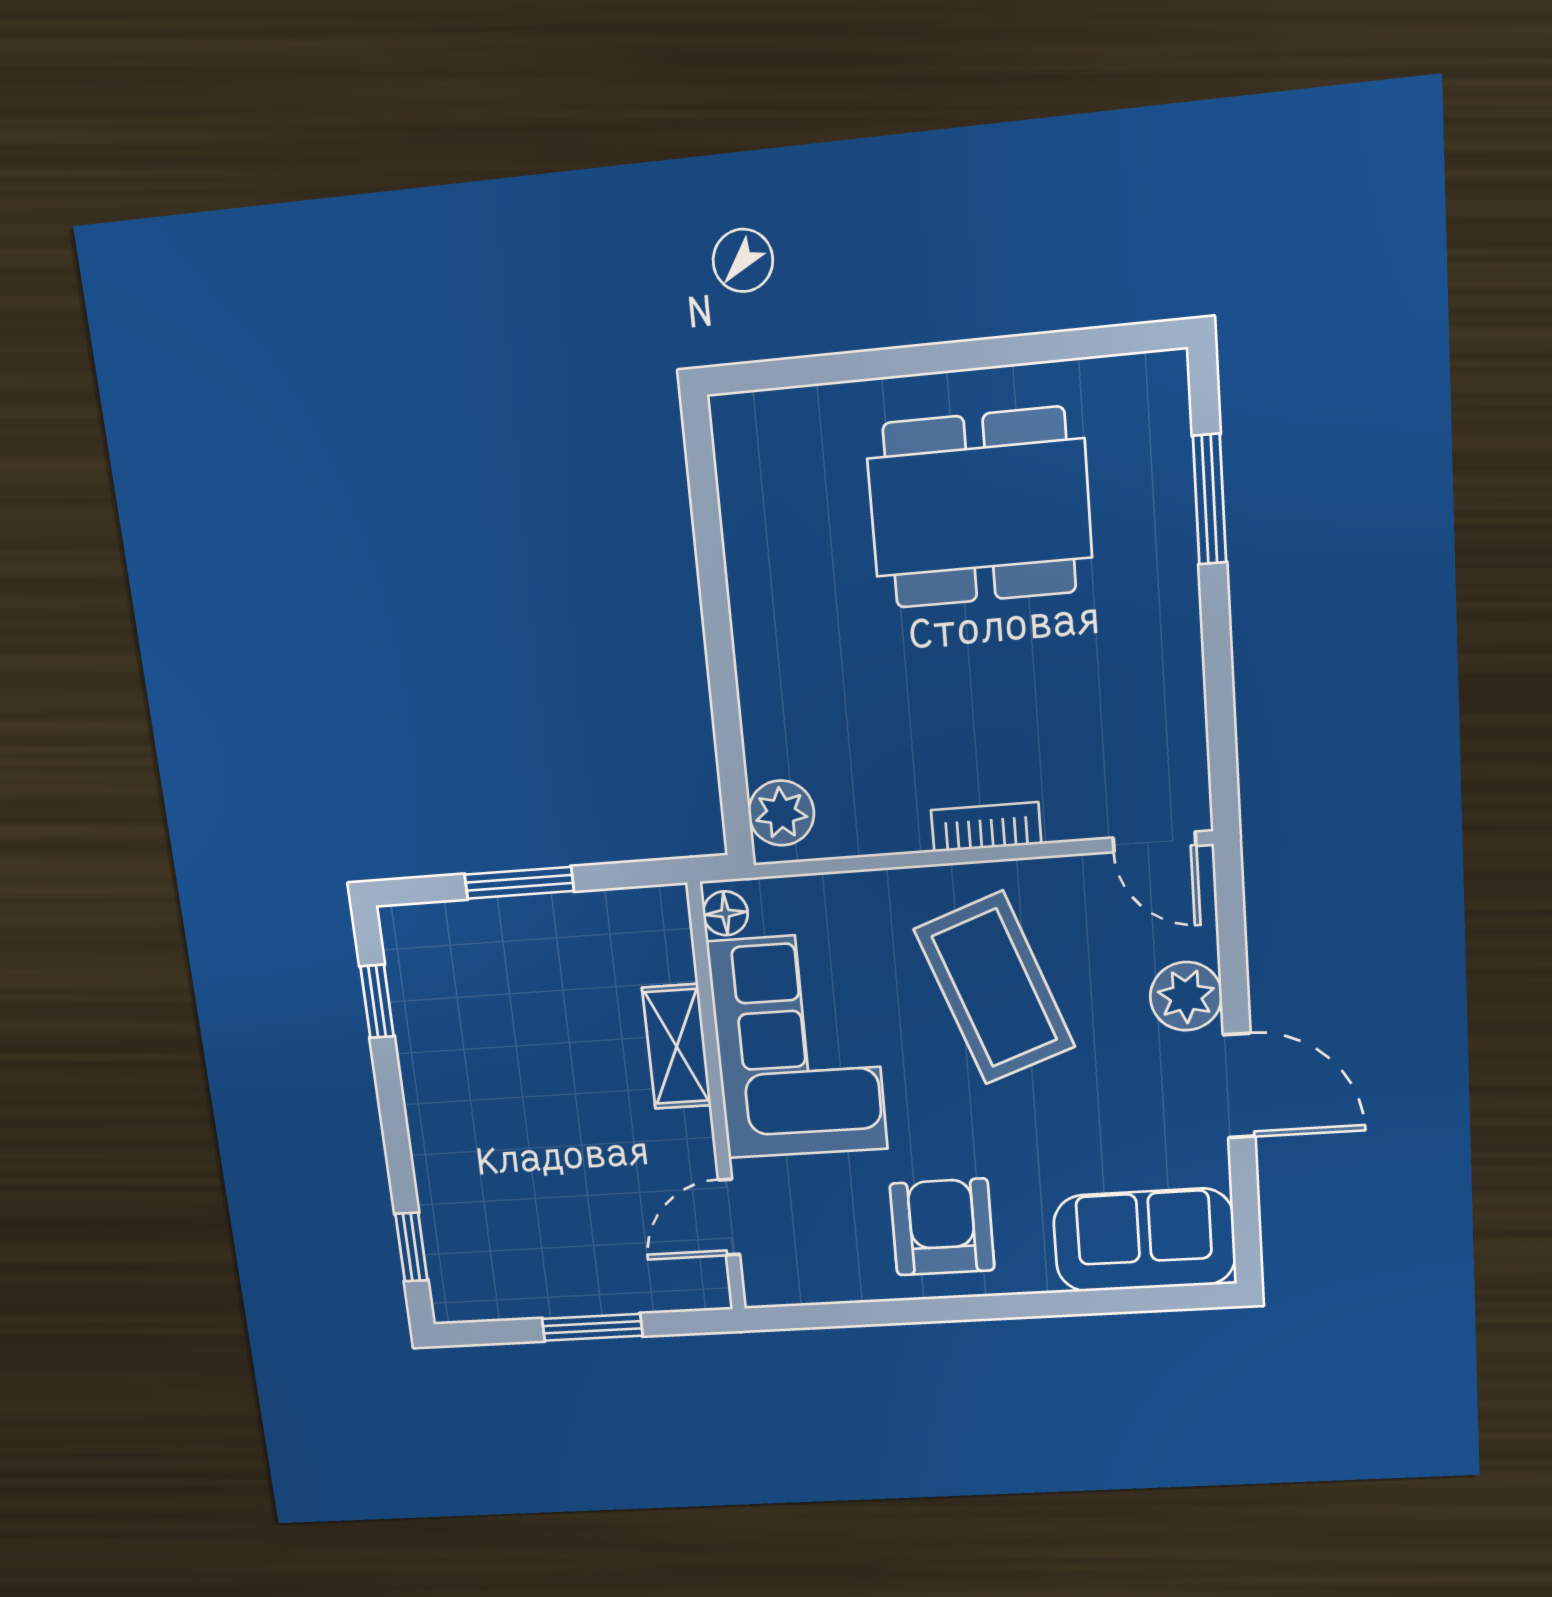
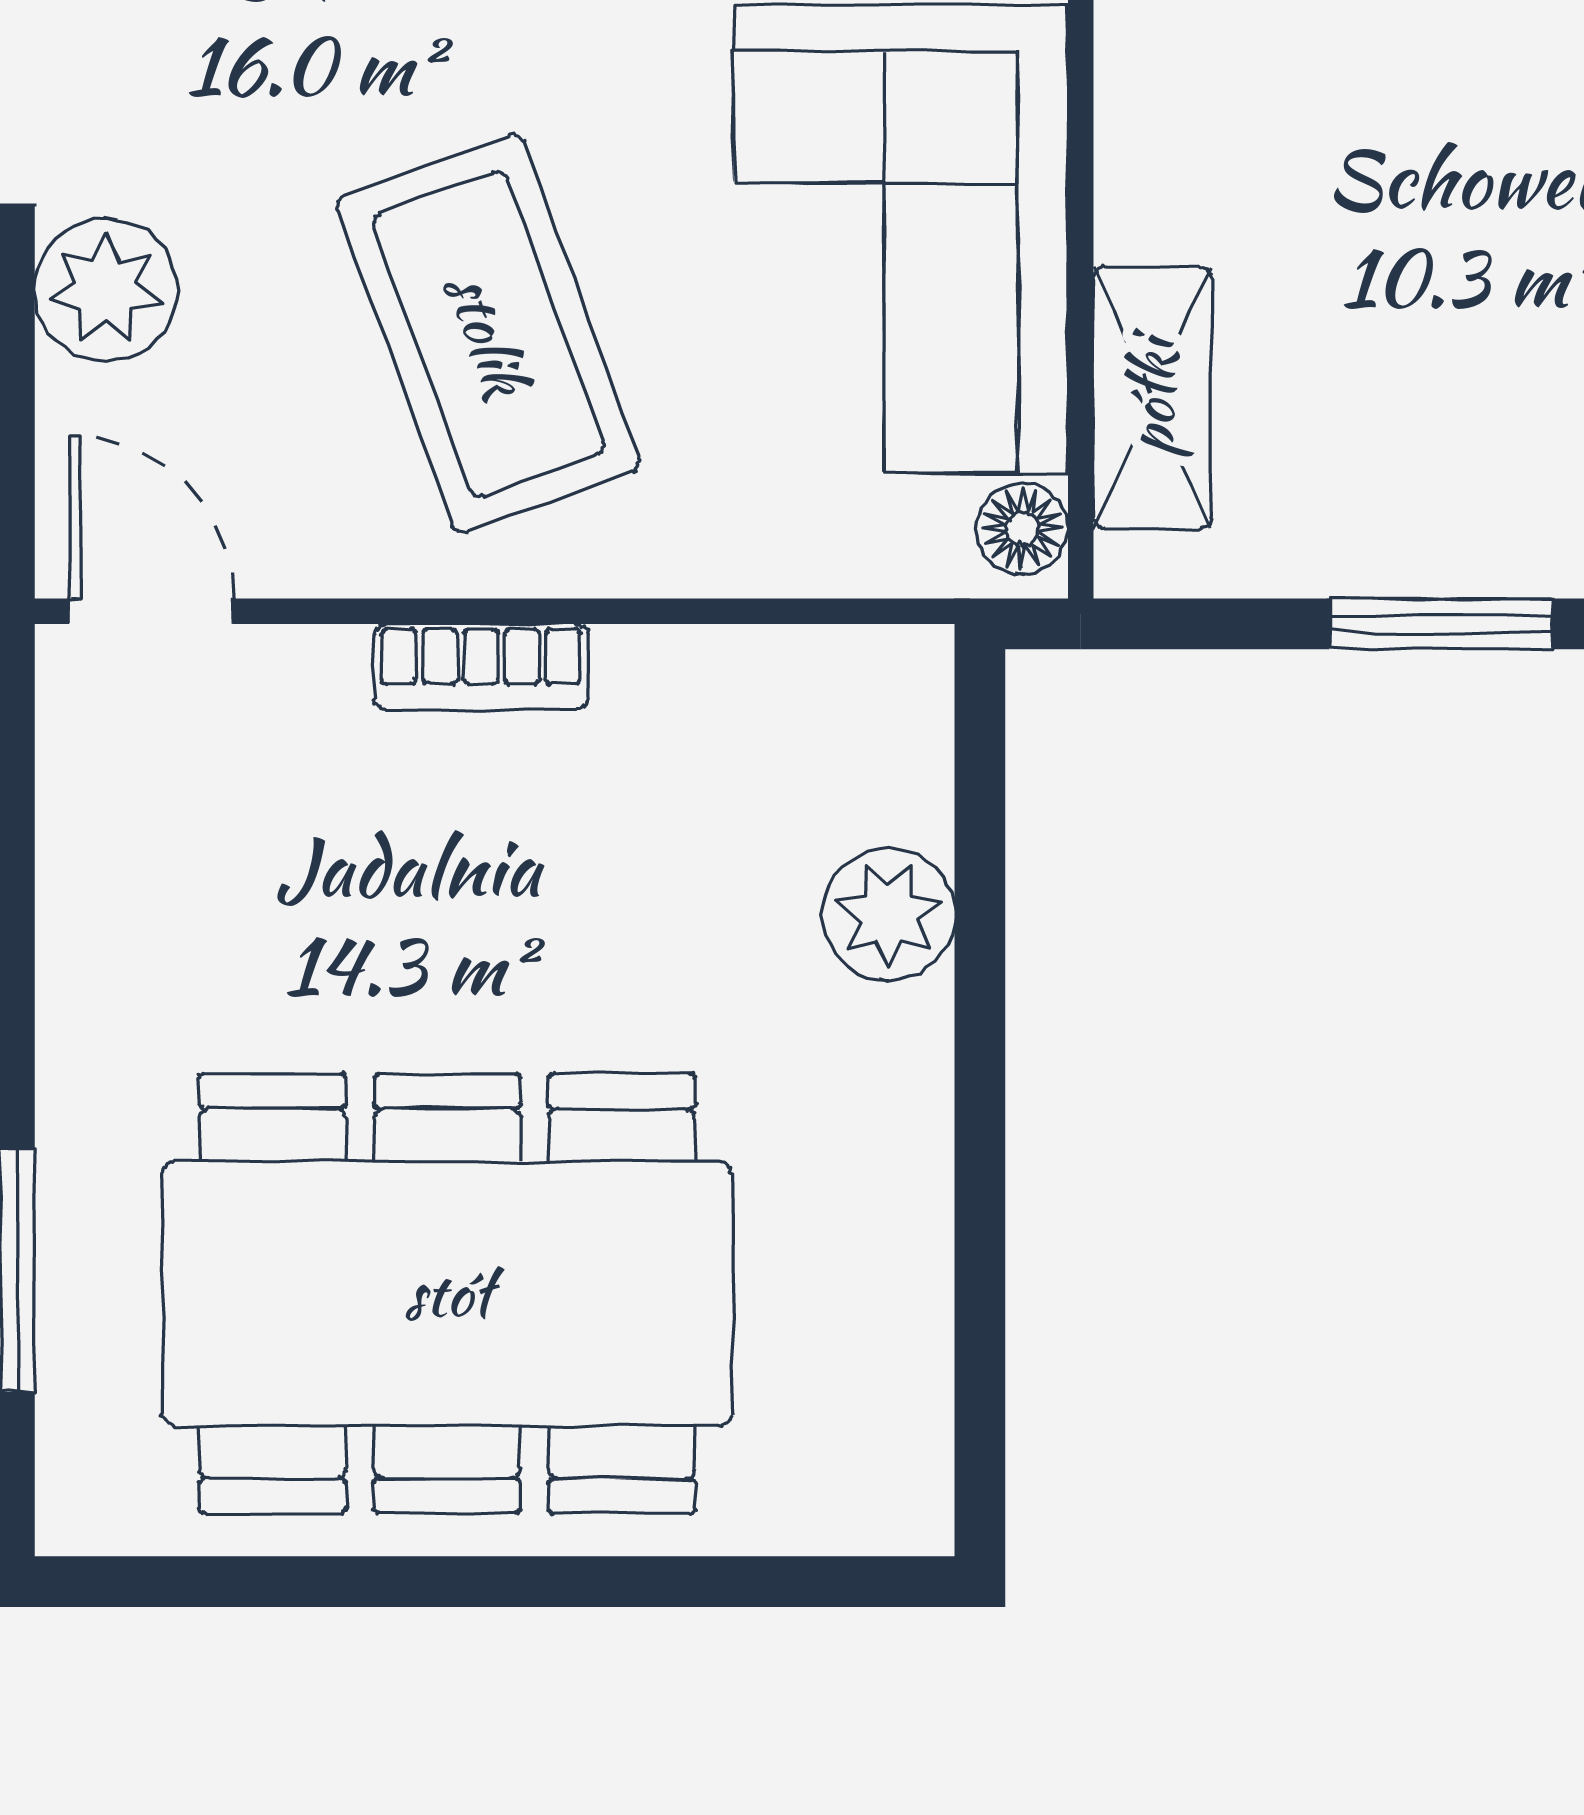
dining table: (980, 508) -> (447, 1294), width x1.36, depth x1.24
plant: (781, 813) -> (888, 914), moved
shelving: (677, 1047) -> (1152, 398), moved

